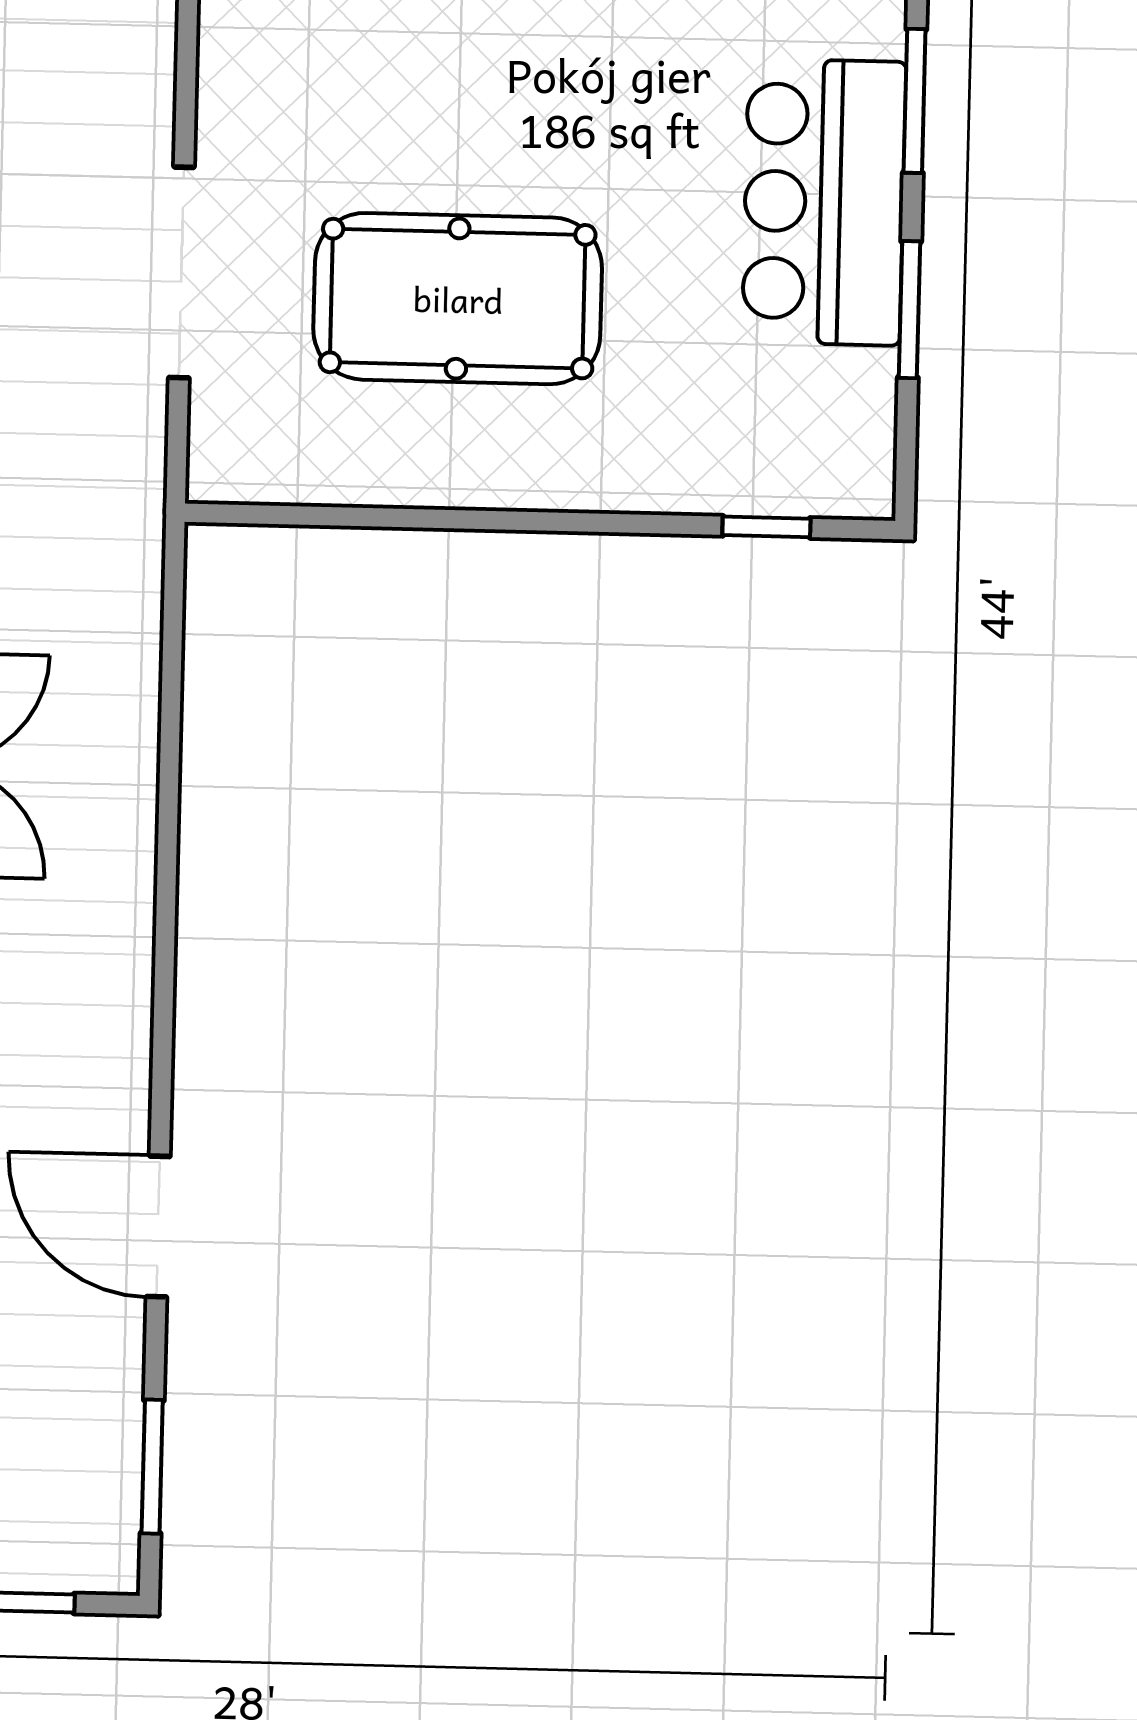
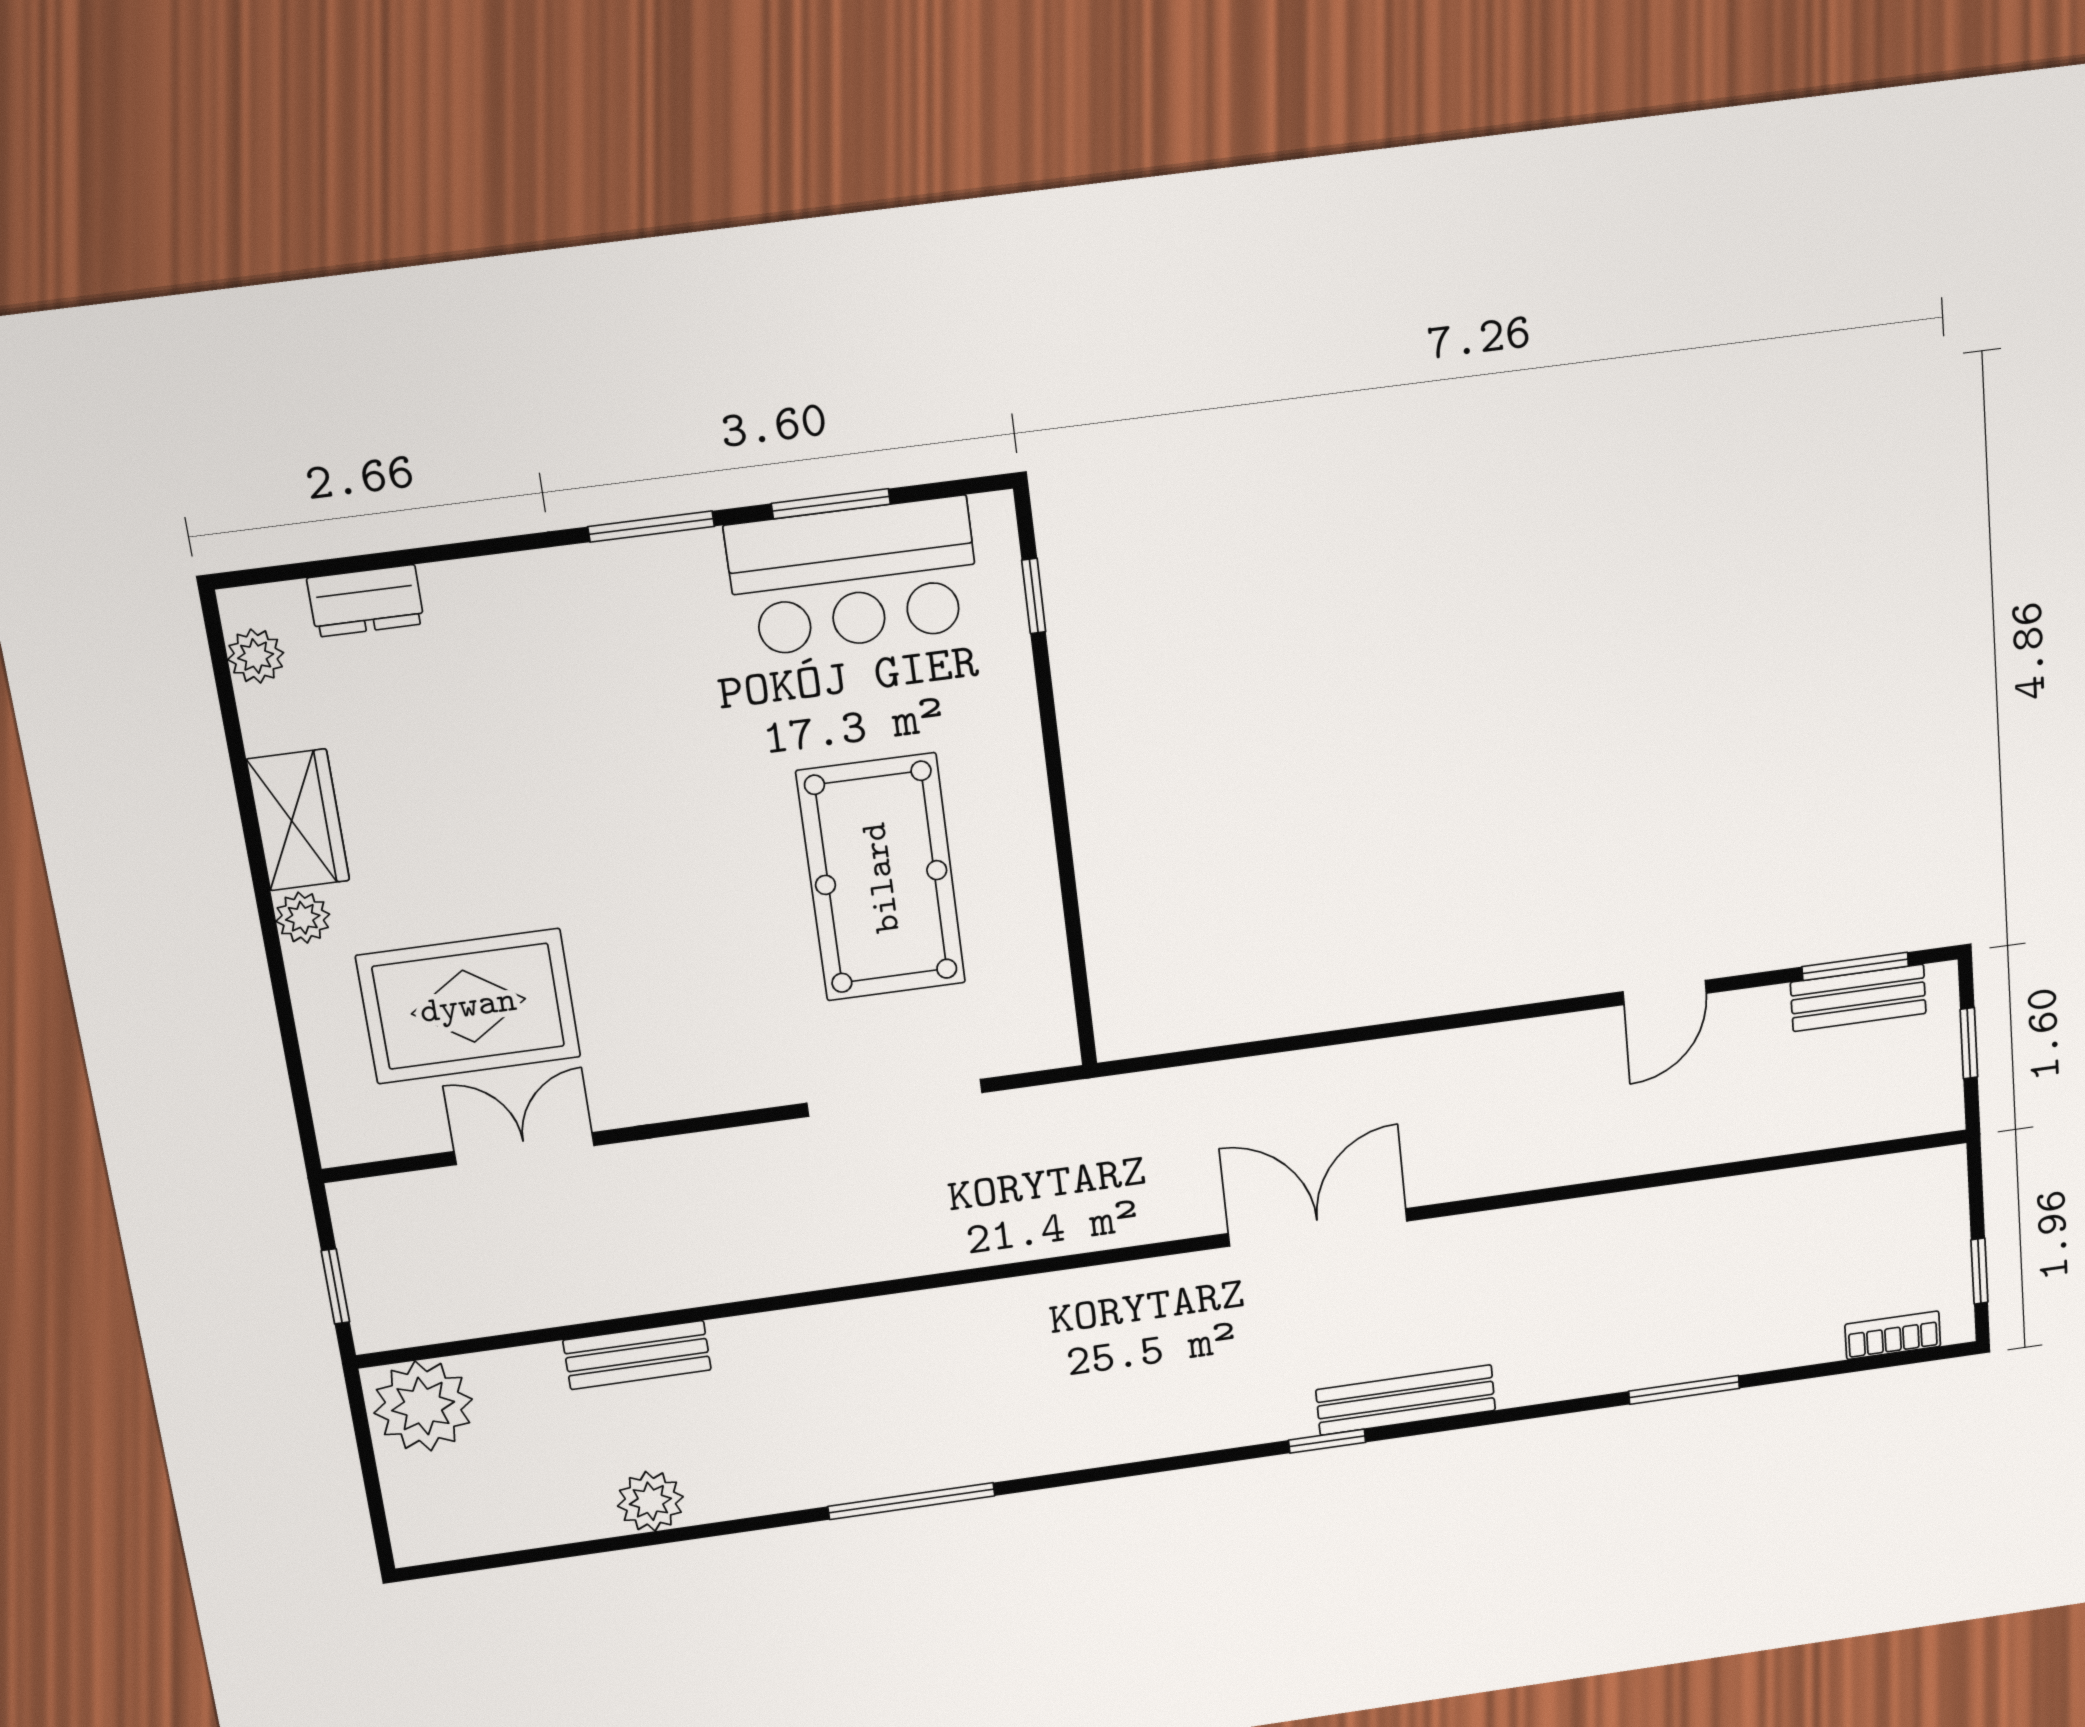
bar counter: (824, 202) -> (853, 577), moved
door: (158, 1227) -> (1665, 992), width x0.73
bench: (111, 1467) -> (1858, 998), added

